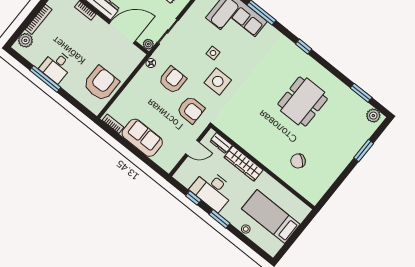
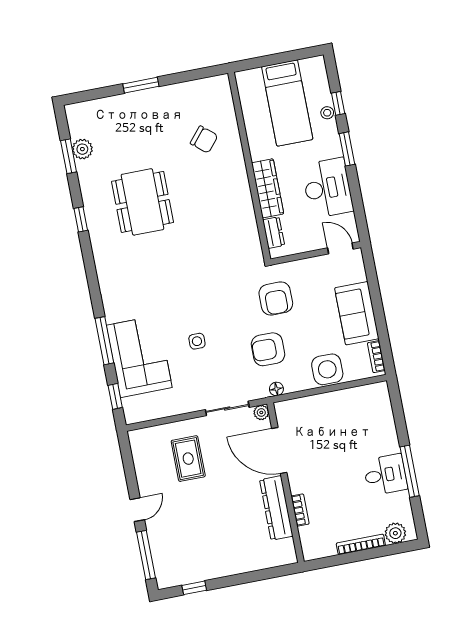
window: (304, 47) -> (81, 219), moved
side table: (218, 81) -> (327, 369), moved
armchair: (101, 83) -> (351, 413), removed
dining table: (303, 101) -> (143, 202), turned 90
armchair: (191, 110) -> (276, 299), turned 180
plant: (373, 116) -> (82, 149), moved
door: (192, 148) -> (340, 248), moved
window: (364, 151) -> (141, 85), moved
window: (193, 198) -> (338, 103), moved

